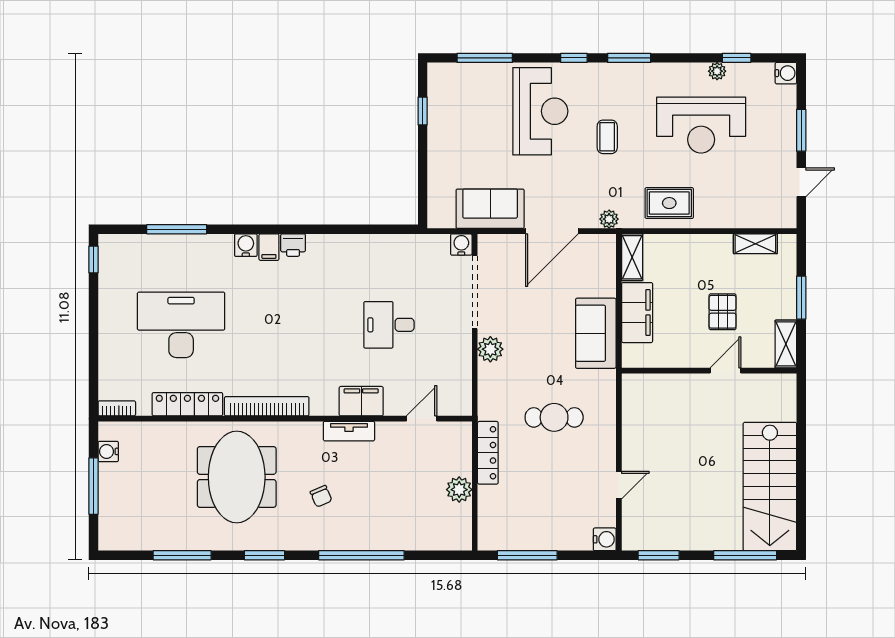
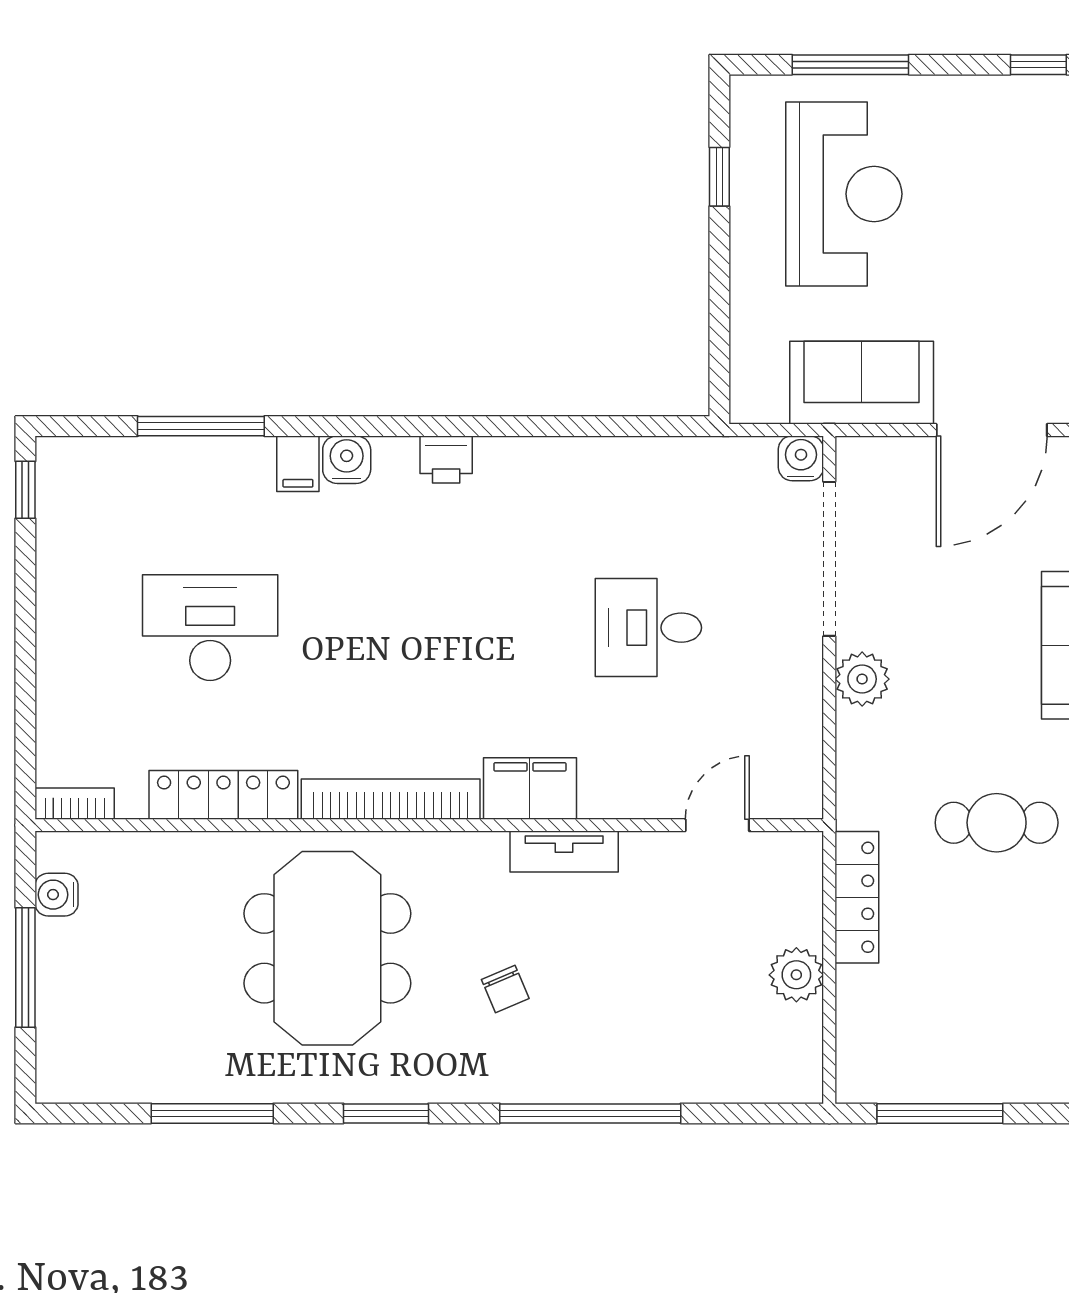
reception desk: (540, 111) -> (844, 194), moved
filing cabinet: (269, 247) -> (298, 464), moved
desk: (181, 325) -> (210, 628), width x0.73, depth x0.77
filing cabinet: (361, 401) -> (530, 788), moved

